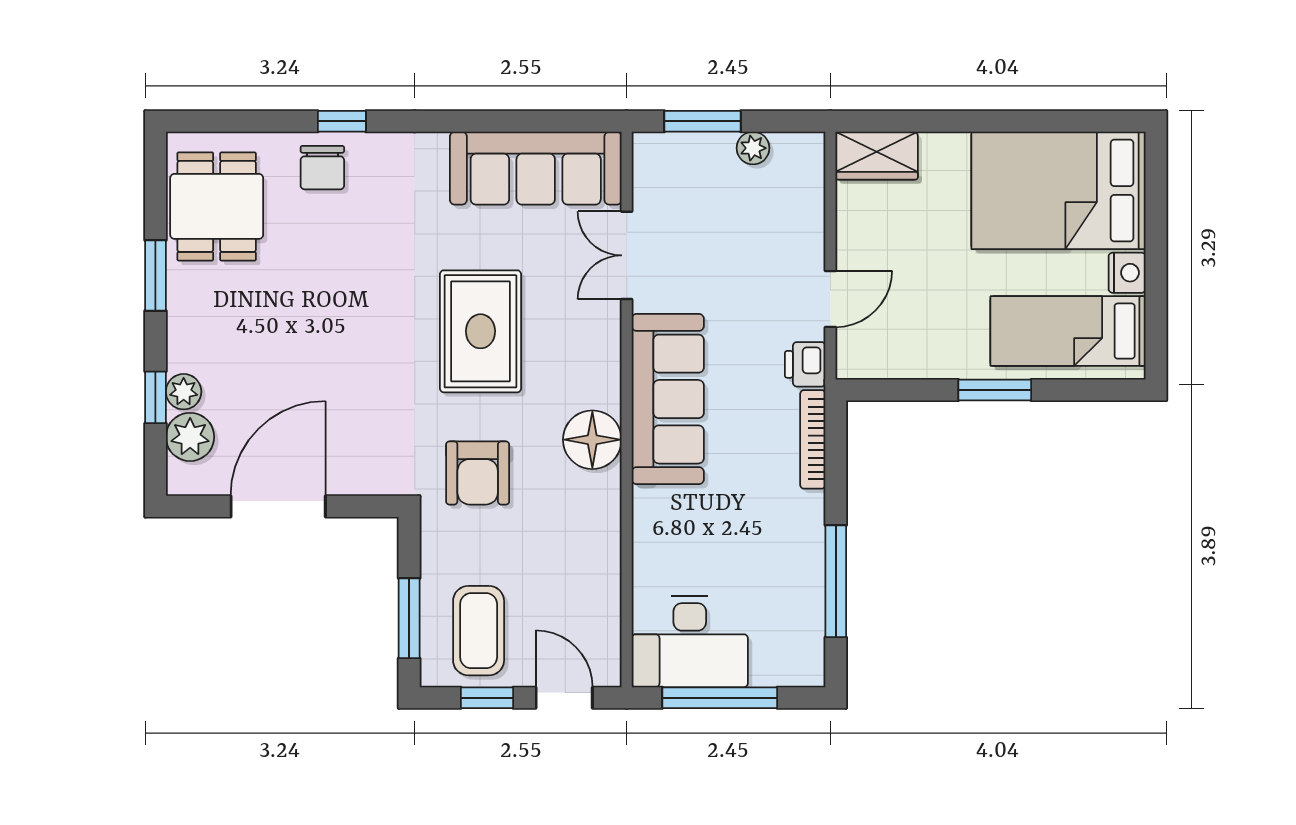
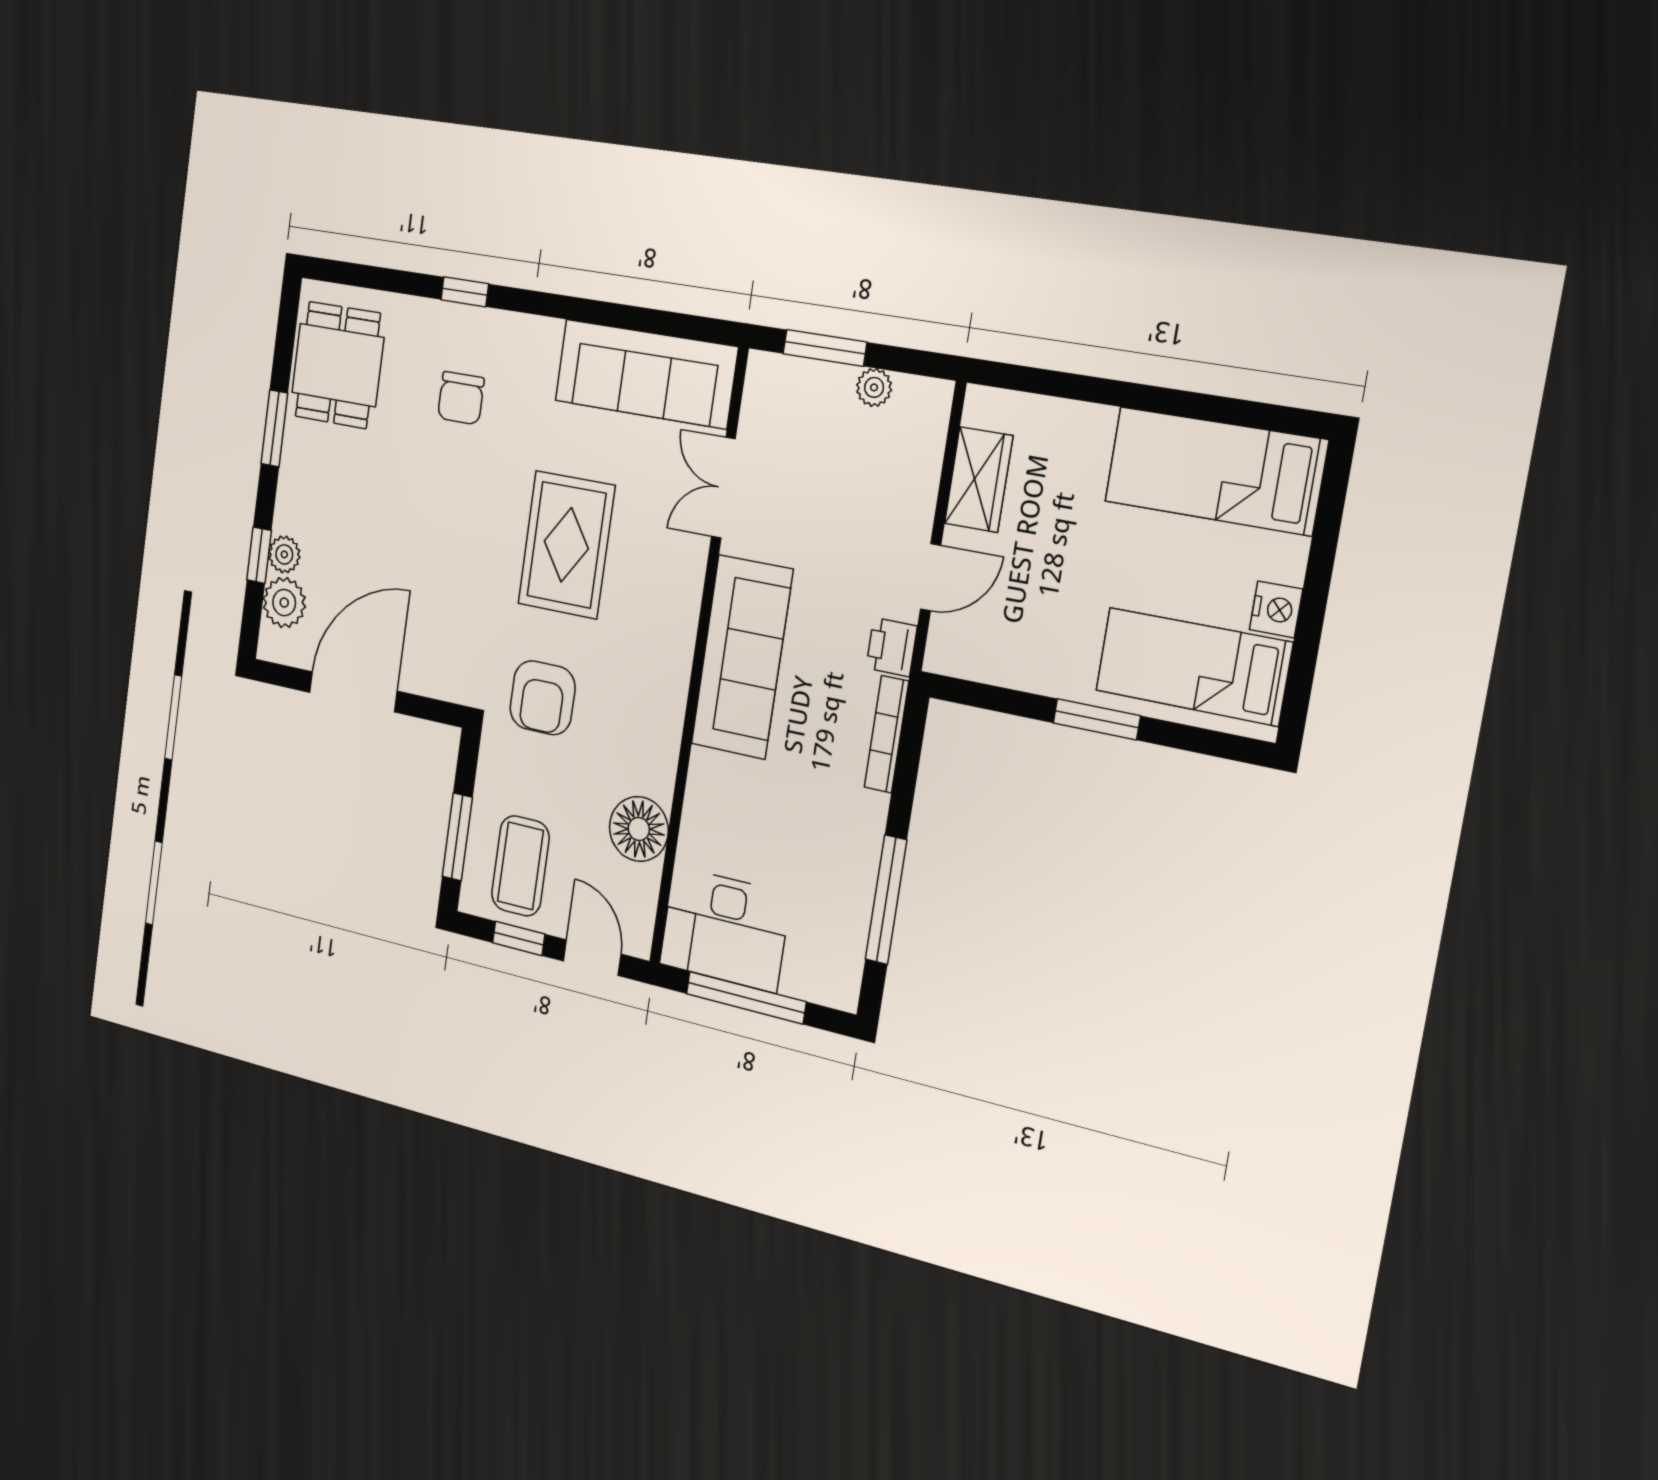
wardrobe: (877, 156) -> (979, 480), moved, turned -90
chair: (322, 168) -> (461, 398), moved
bed: (1058, 190) -> (1215, 471), width x0.67
floor lamp: (592, 440) -> (639, 829), moved

